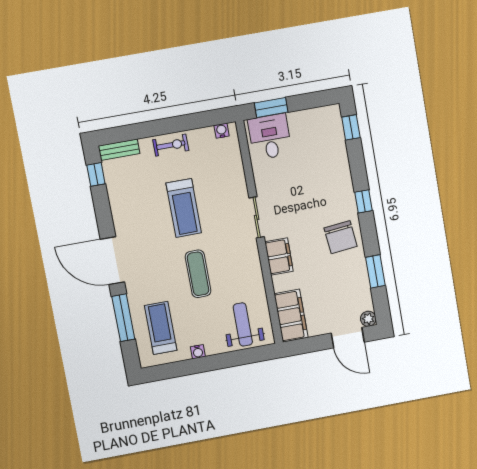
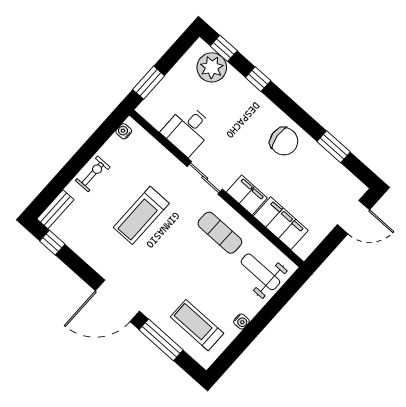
desk: (270, 137) -> (188, 130), moved, turned -90
window: (363, 201) -> (258, 79), moved
treadmill: (184, 208) -> (141, 215), turned 90
exercise mat: (198, 274) -> (220, 233), moved
filing cabinet: (291, 316) -> (281, 223), moved
plant: (368, 319) -> (212, 67), moved, width x1.87, depth x1.87

